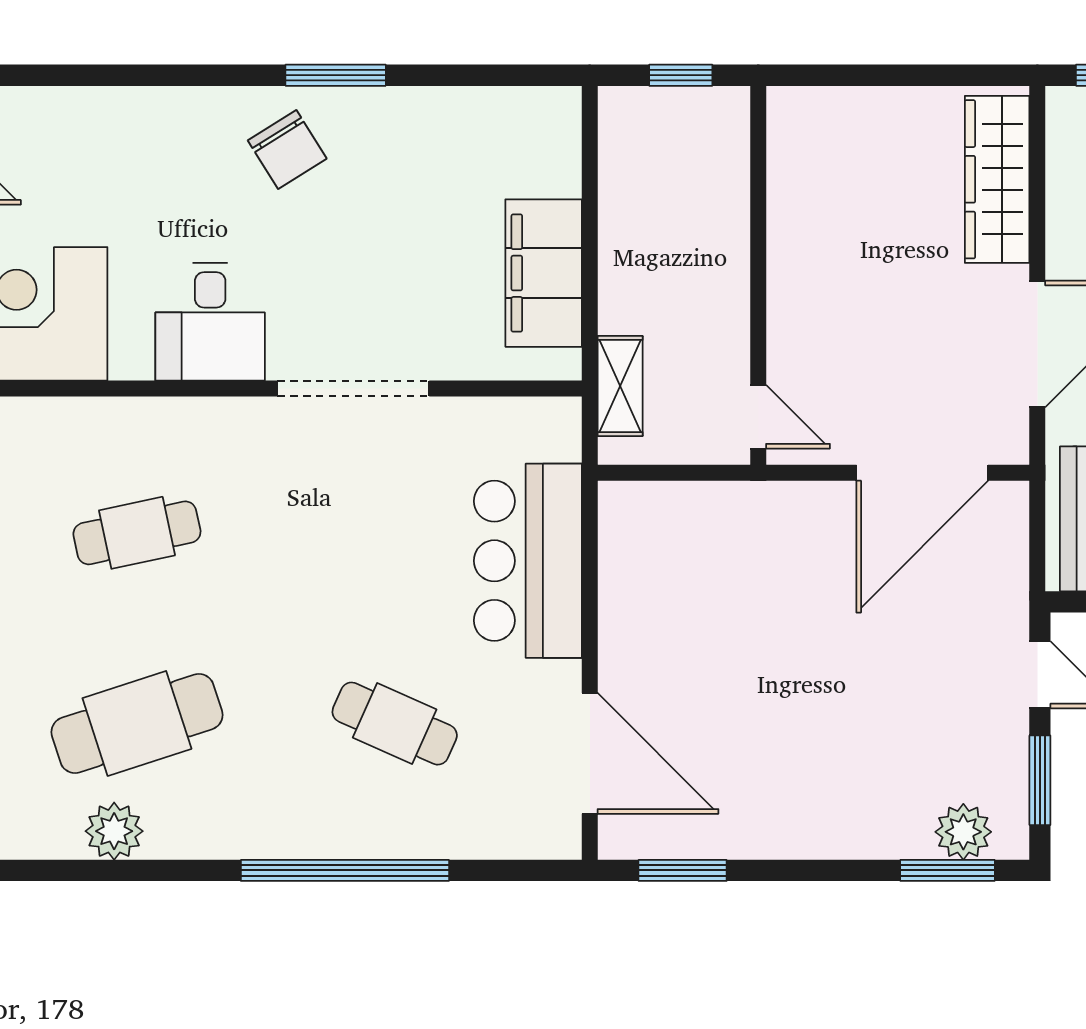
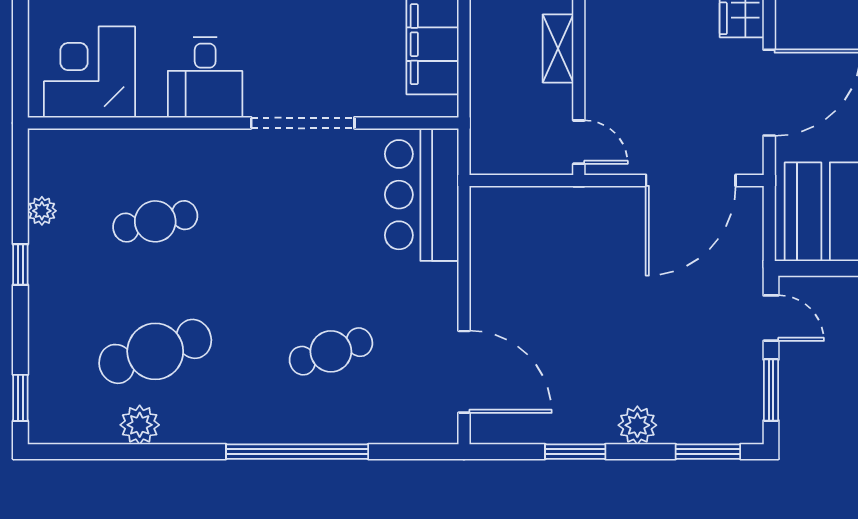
shelving: (620, 386) -> (558, 48), moved
bar counter: (528, 561) -> (422, 195), moved
cafe table: (395, 724) -> (331, 351), turned -42
plant: (963, 832) -> (637, 425), moved
window: (683, 870) -> (575, 452), moved

